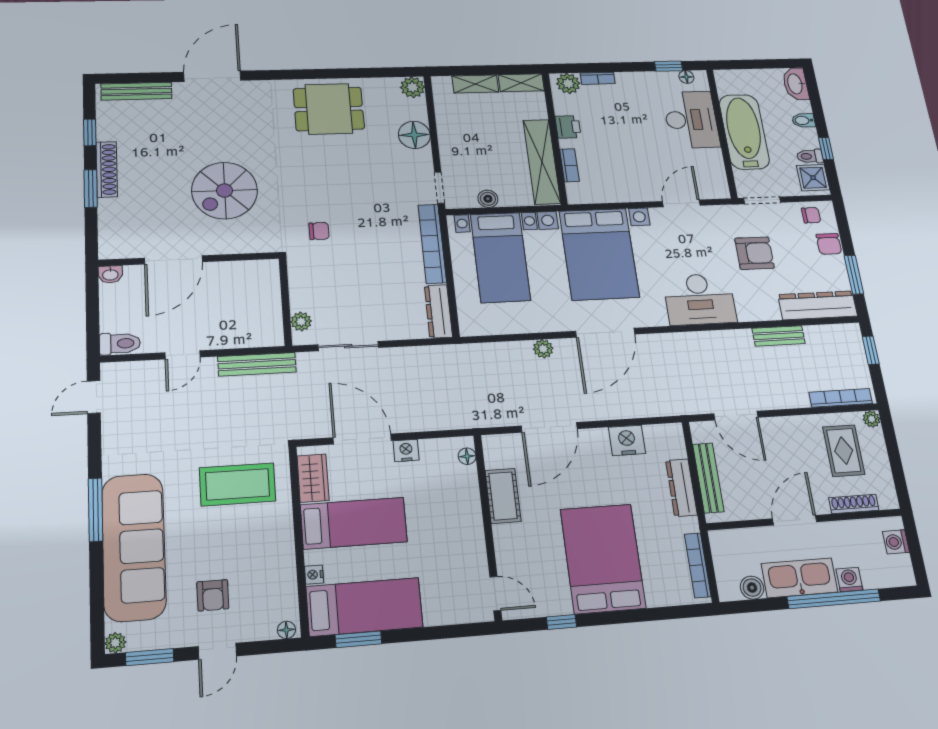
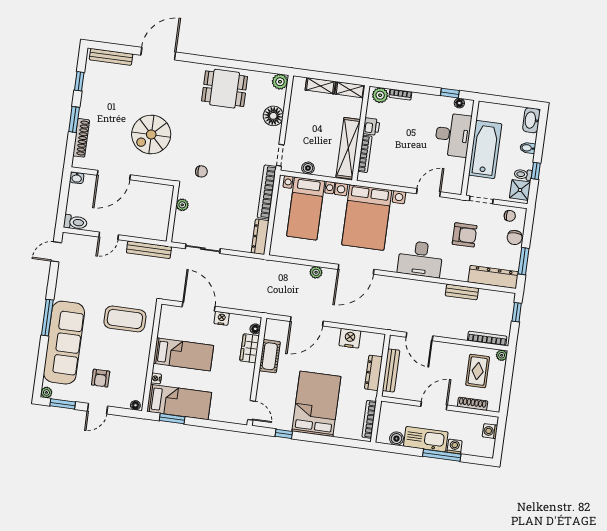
bookcase: (569, 165) -> (365, 154), width x1.56
shoe rack: (107, 169) -> (81, 138), moved
plant: (301, 321) -> (182, 205), moved
wardrobe: (313, 478) -> (250, 348), moved, turned 180
window: (834, 599) -> (442, 455), width x0.68

